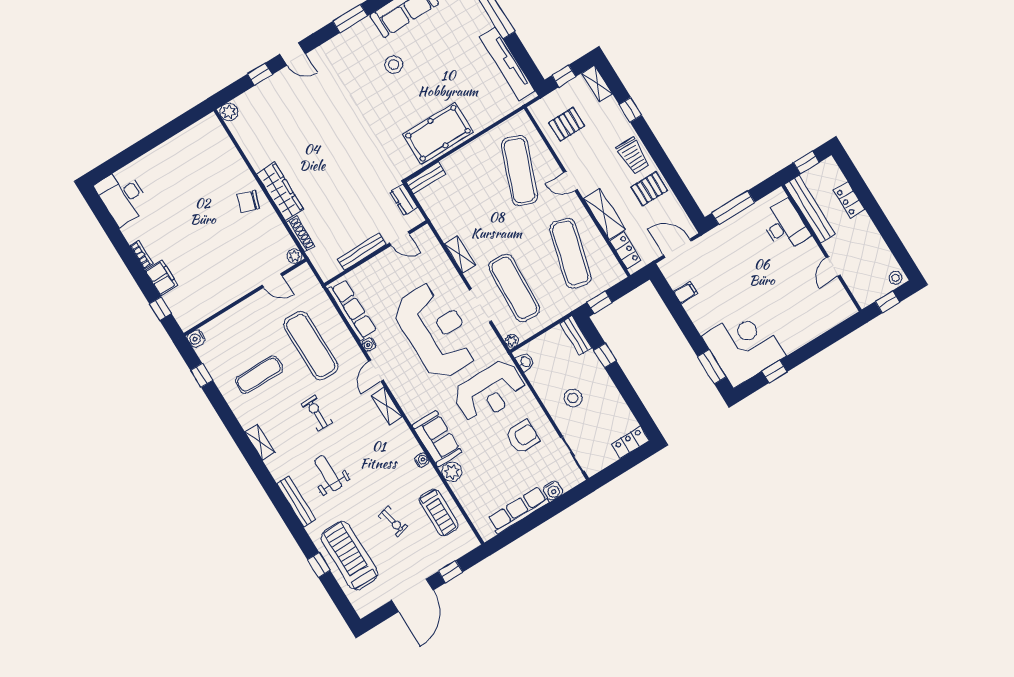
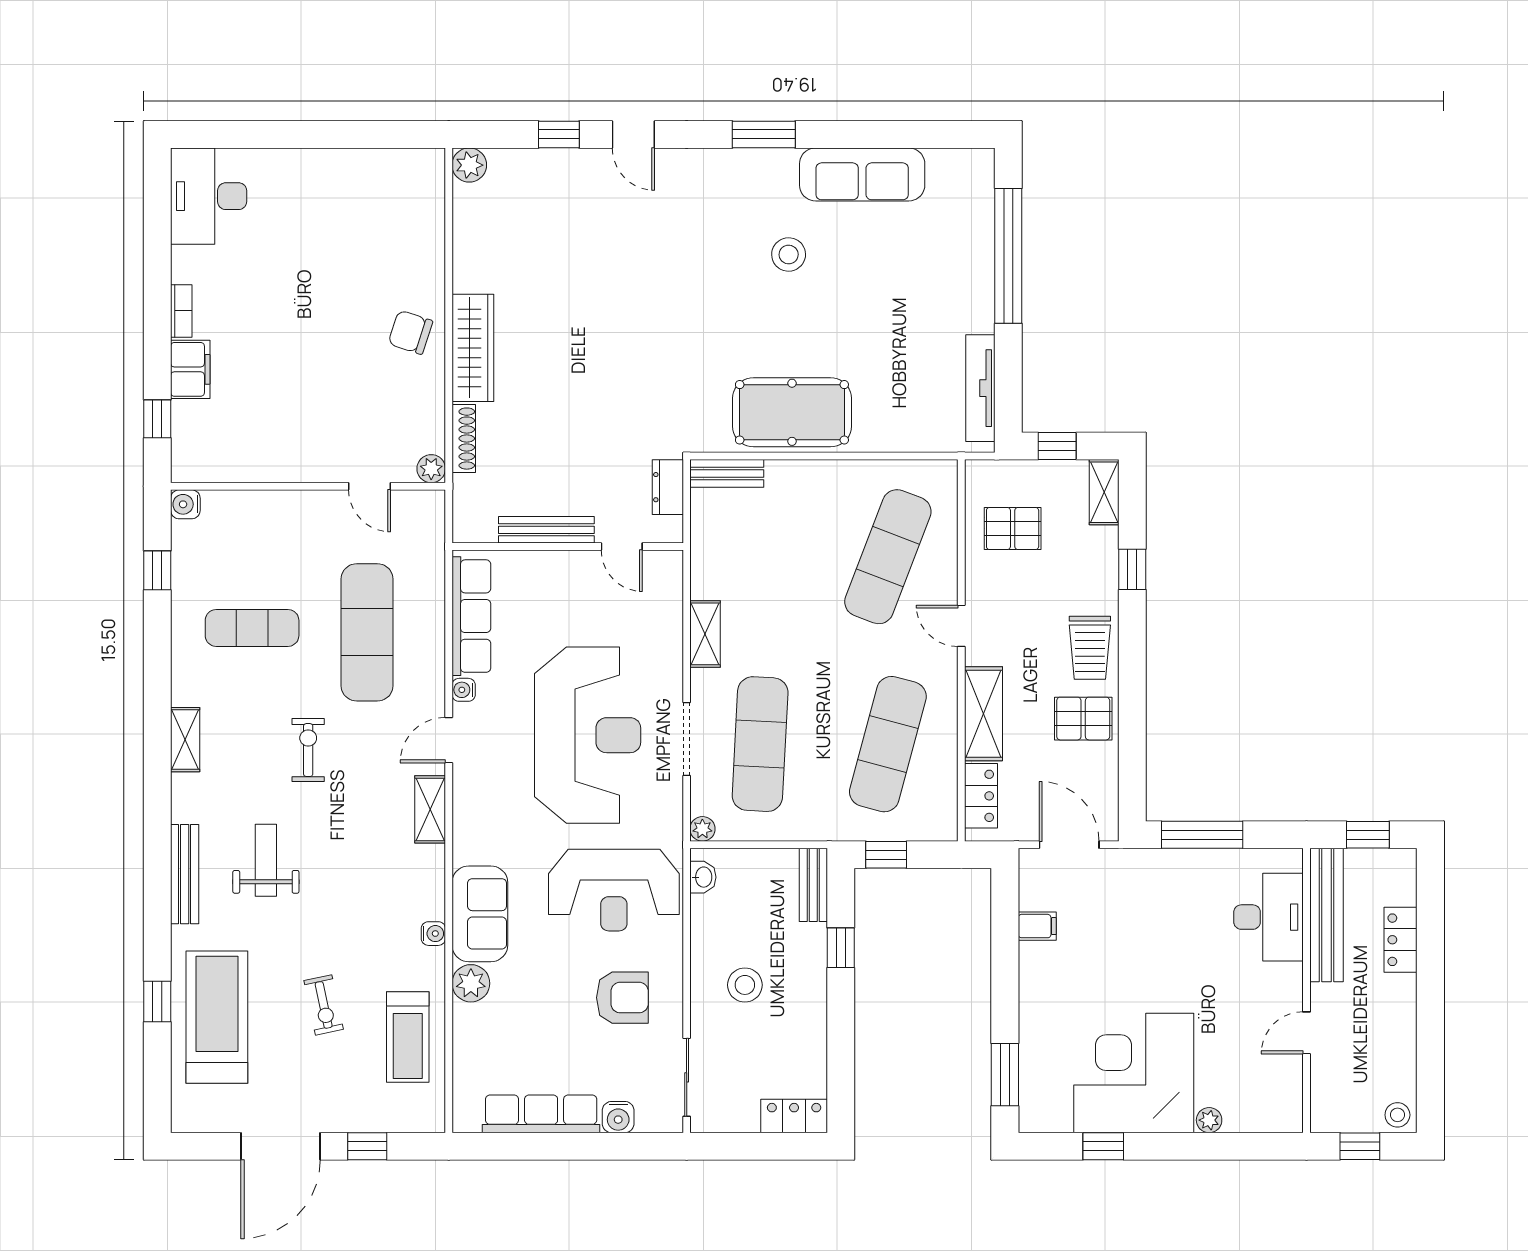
tv unit: (507, 64) -> (980, 388), width x0.73, depth x0.78
plant: (814, 331) -> (1209, 1120), added
corner desk: (744, 346) -> (1134, 1073), moved, turned -90

